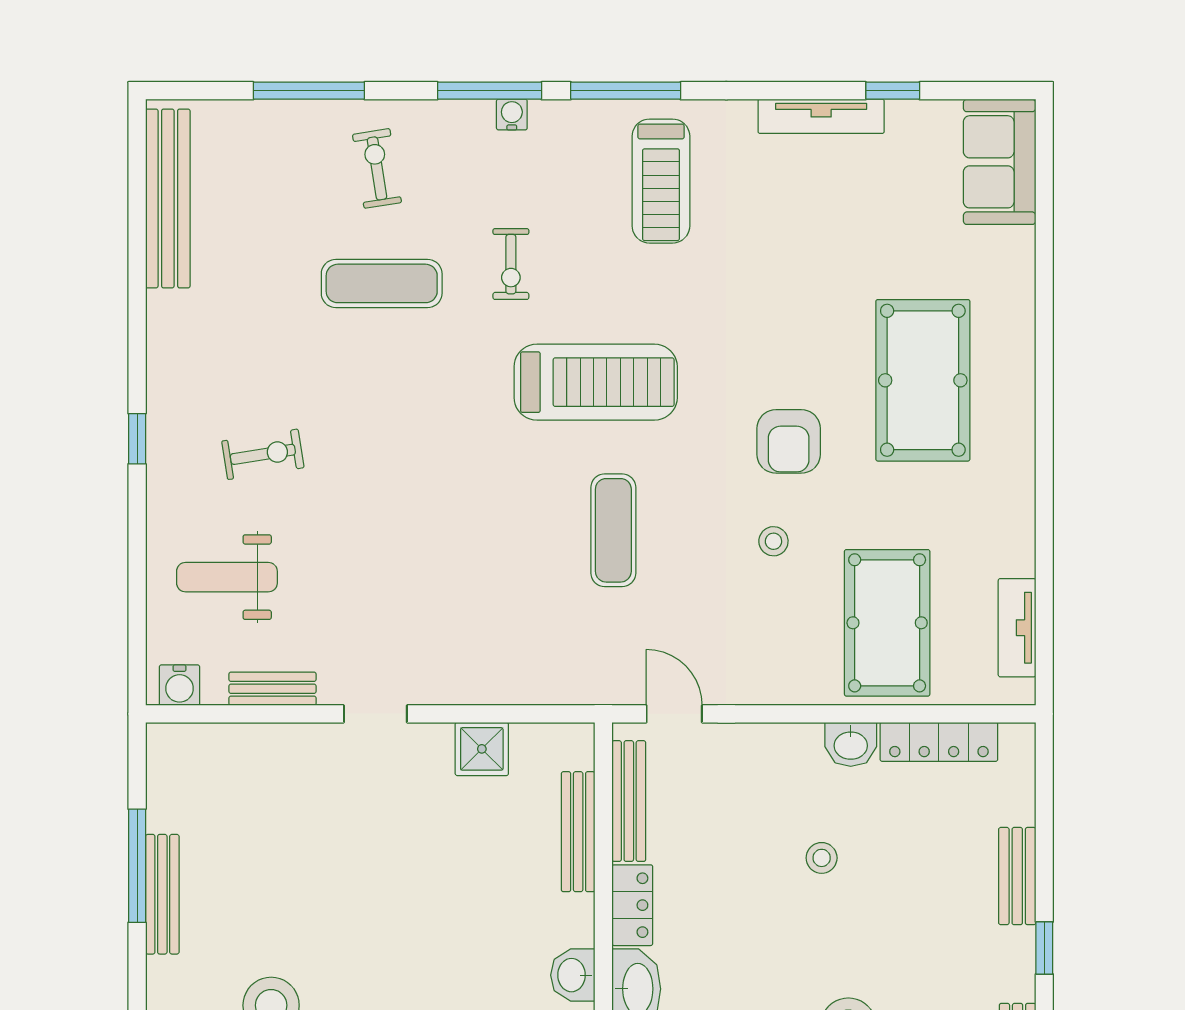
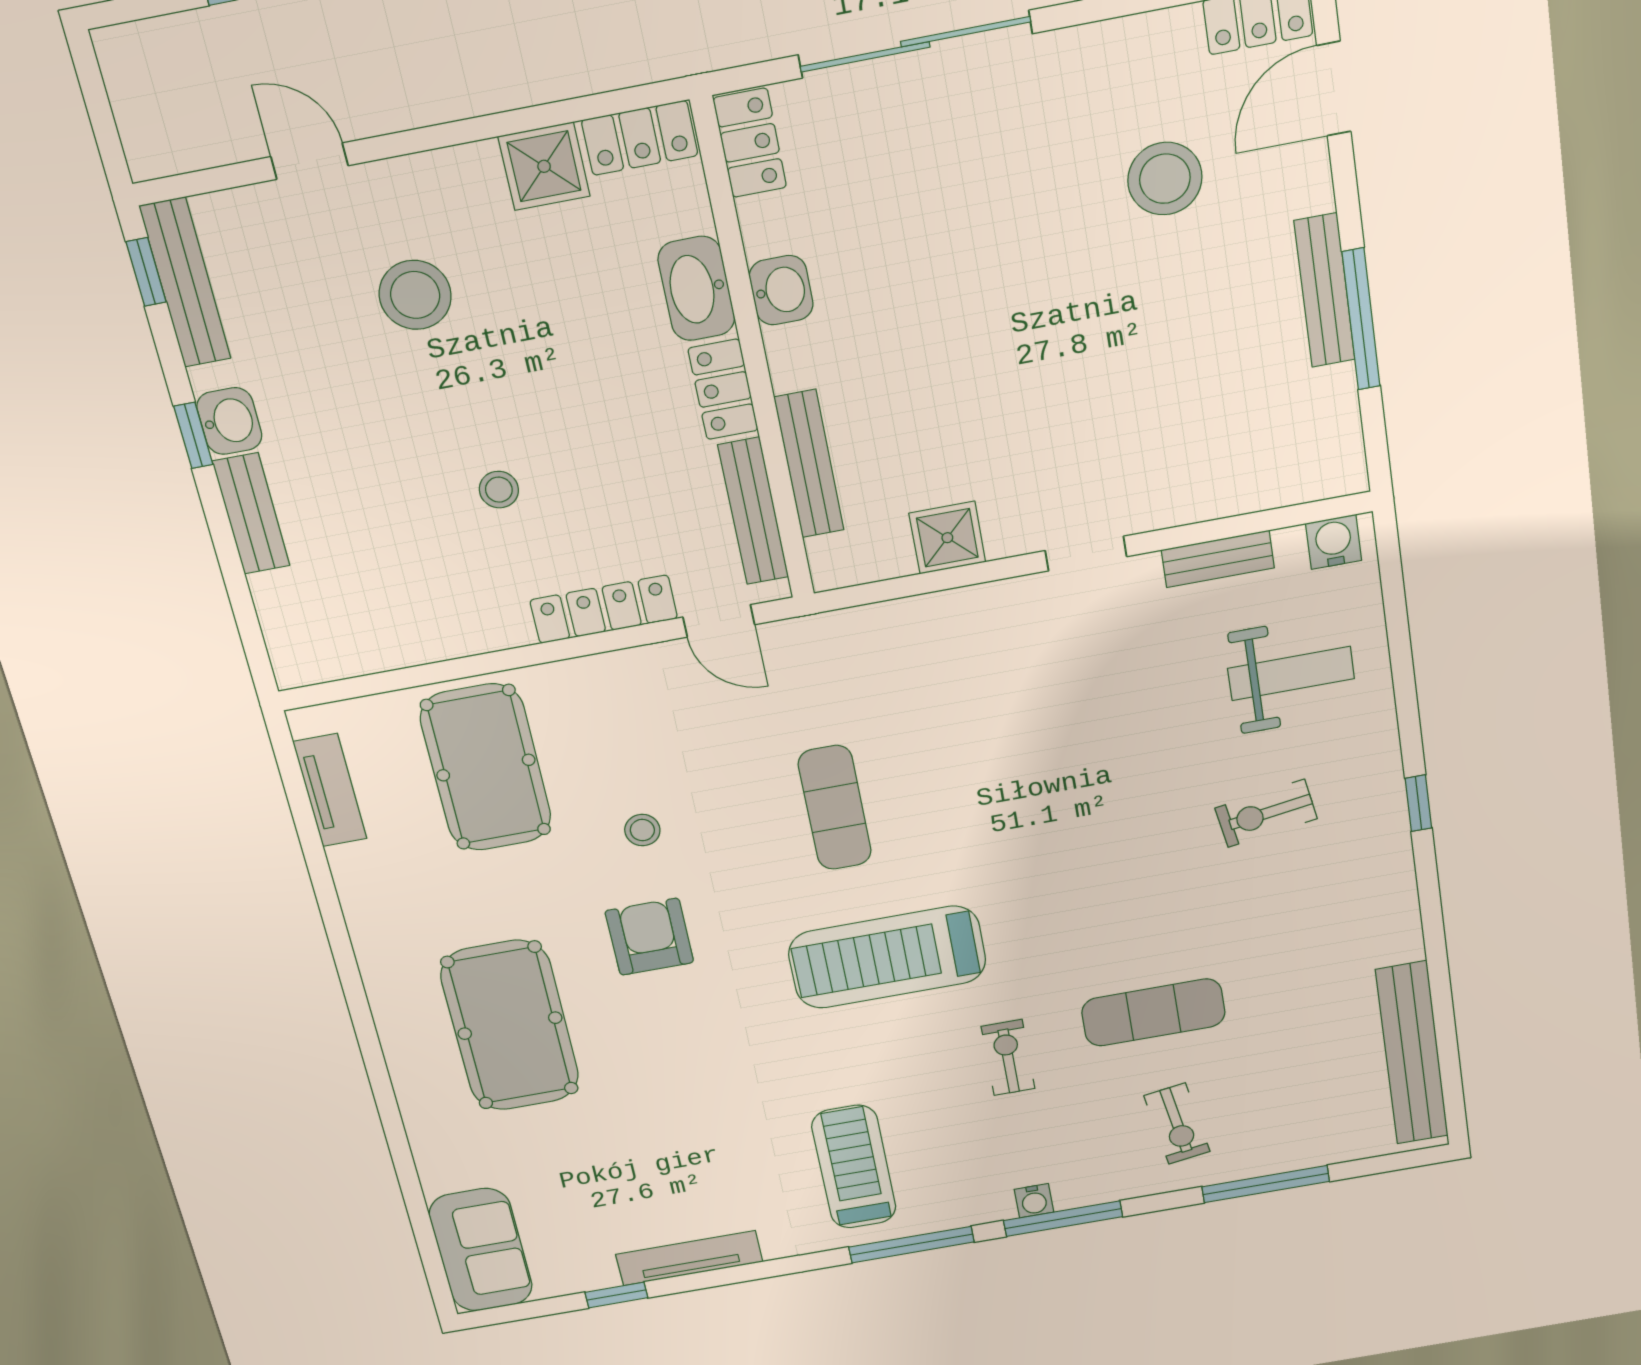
locker: (939, 742) -> (604, 609), moved
washbasin: (851, 744) -> (229, 421), moved, turned 90

